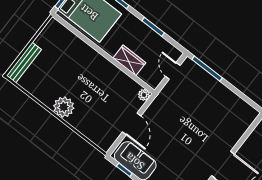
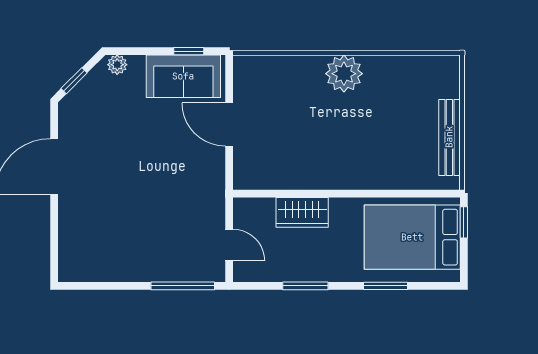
bench: (24, 63) -> (449, 137), moved
plant: (144, 95) -> (243, 179), removed

